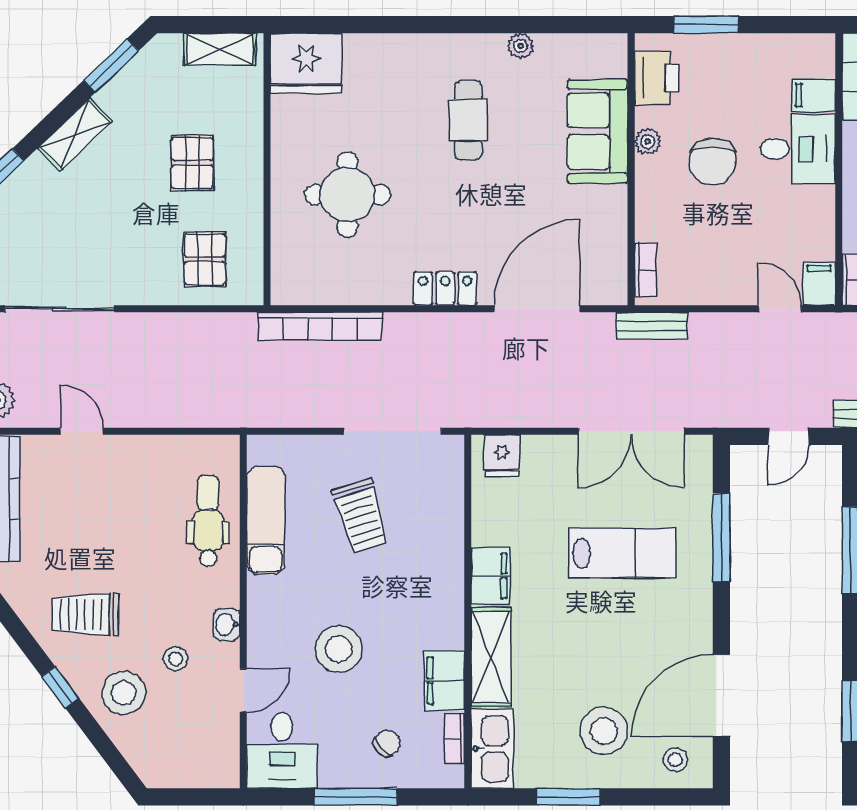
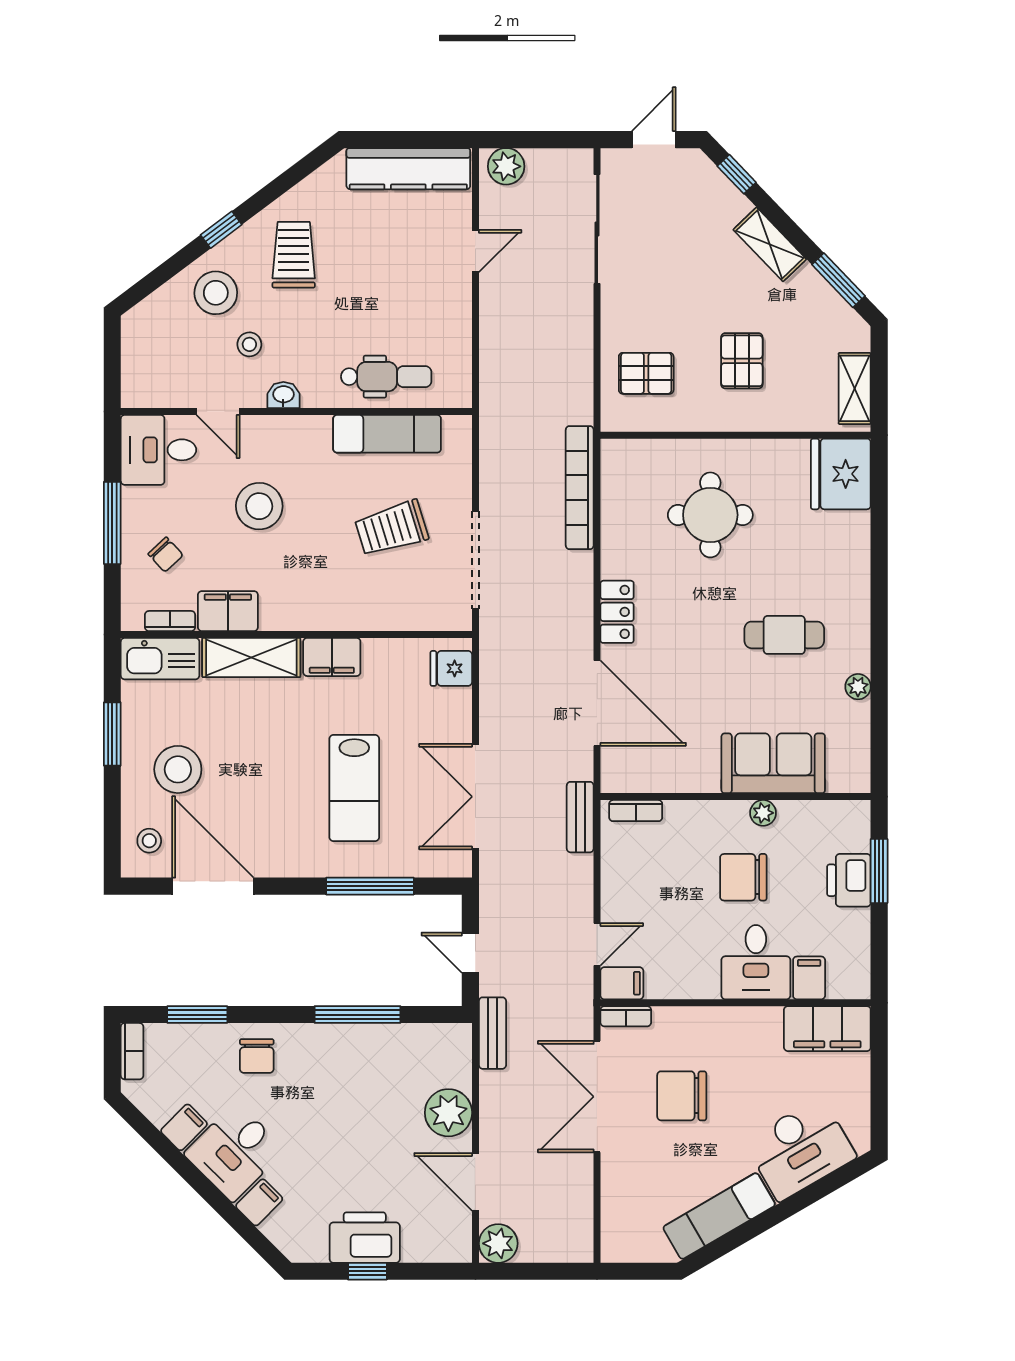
printer: (657, 78) -> (849, 880), moved, turned 90
pallet: (192, 163) -> (742, 361), turned 90

